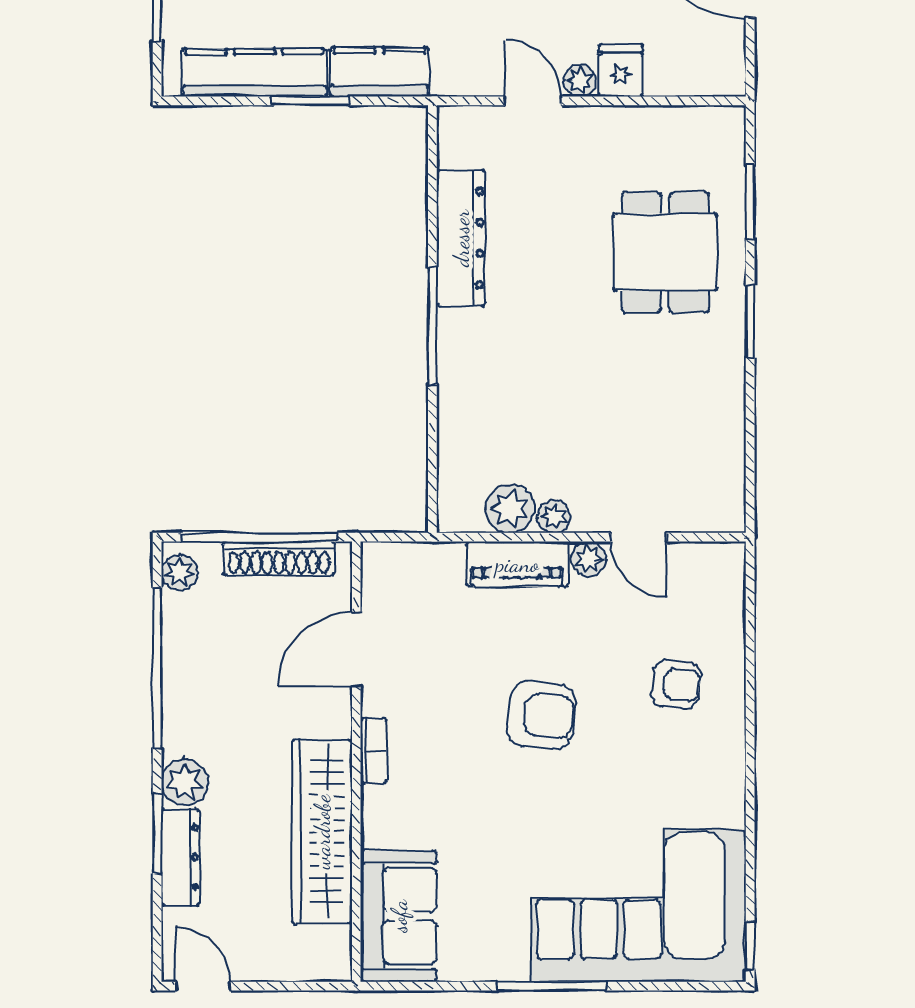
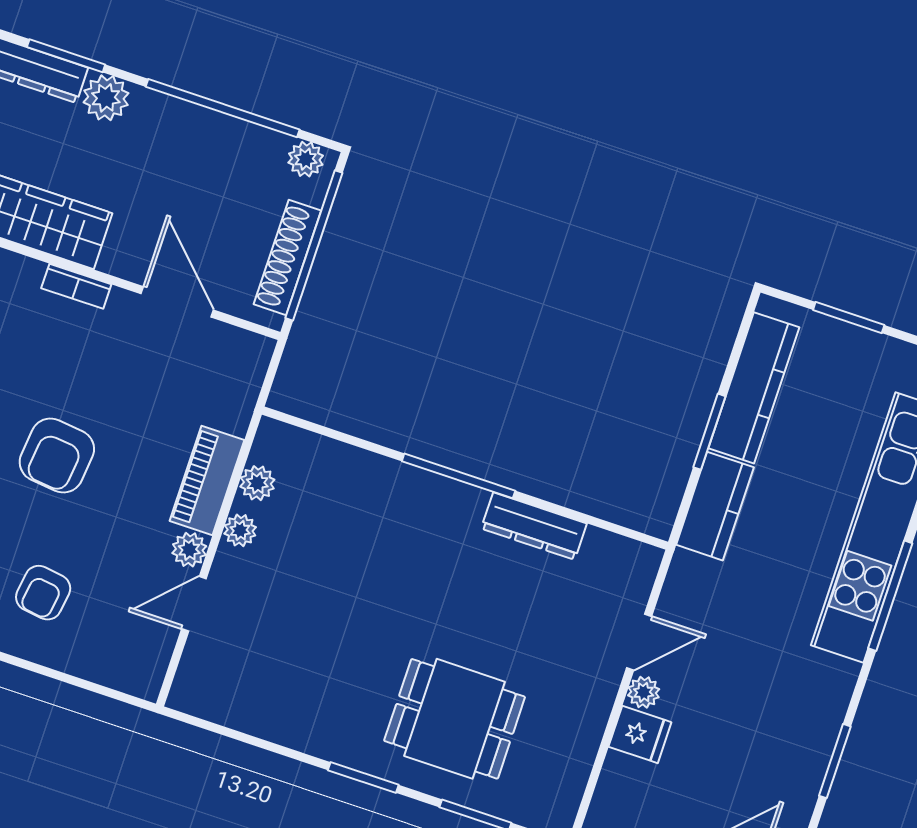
dresser: (461, 238) -> (534, 526), width x0.73, depth x0.80
plant: (510, 509) -> (257, 483), width x0.73, depth x0.73

